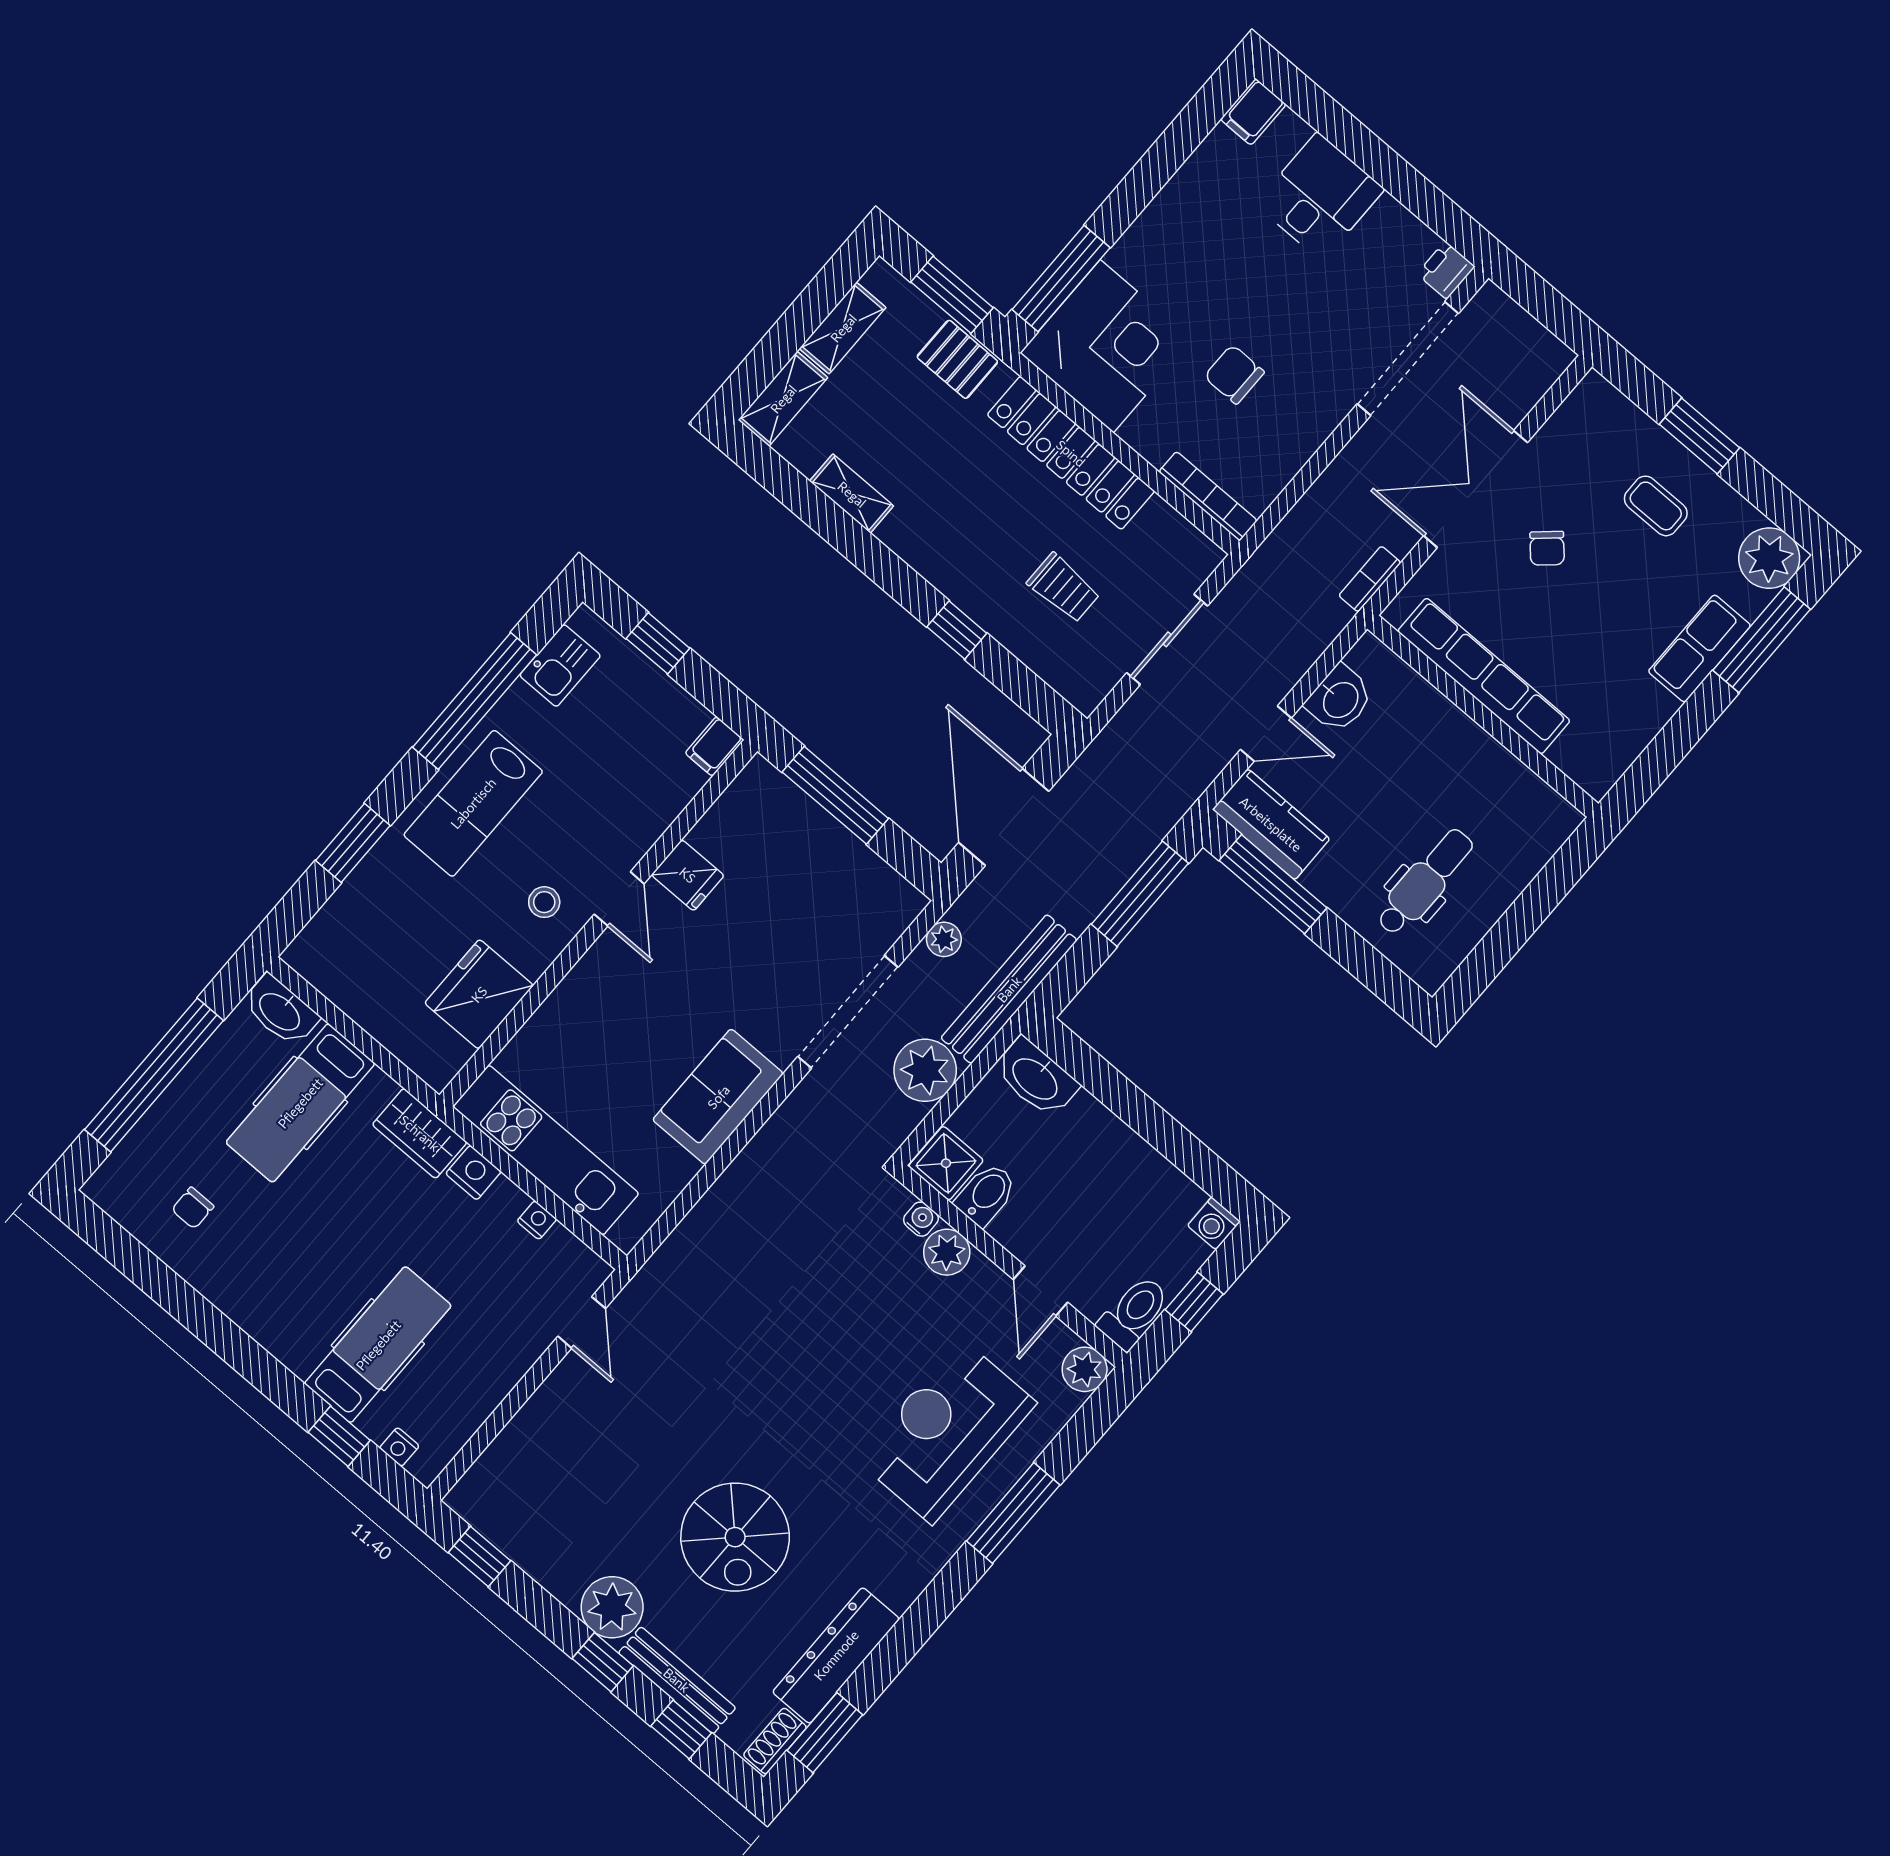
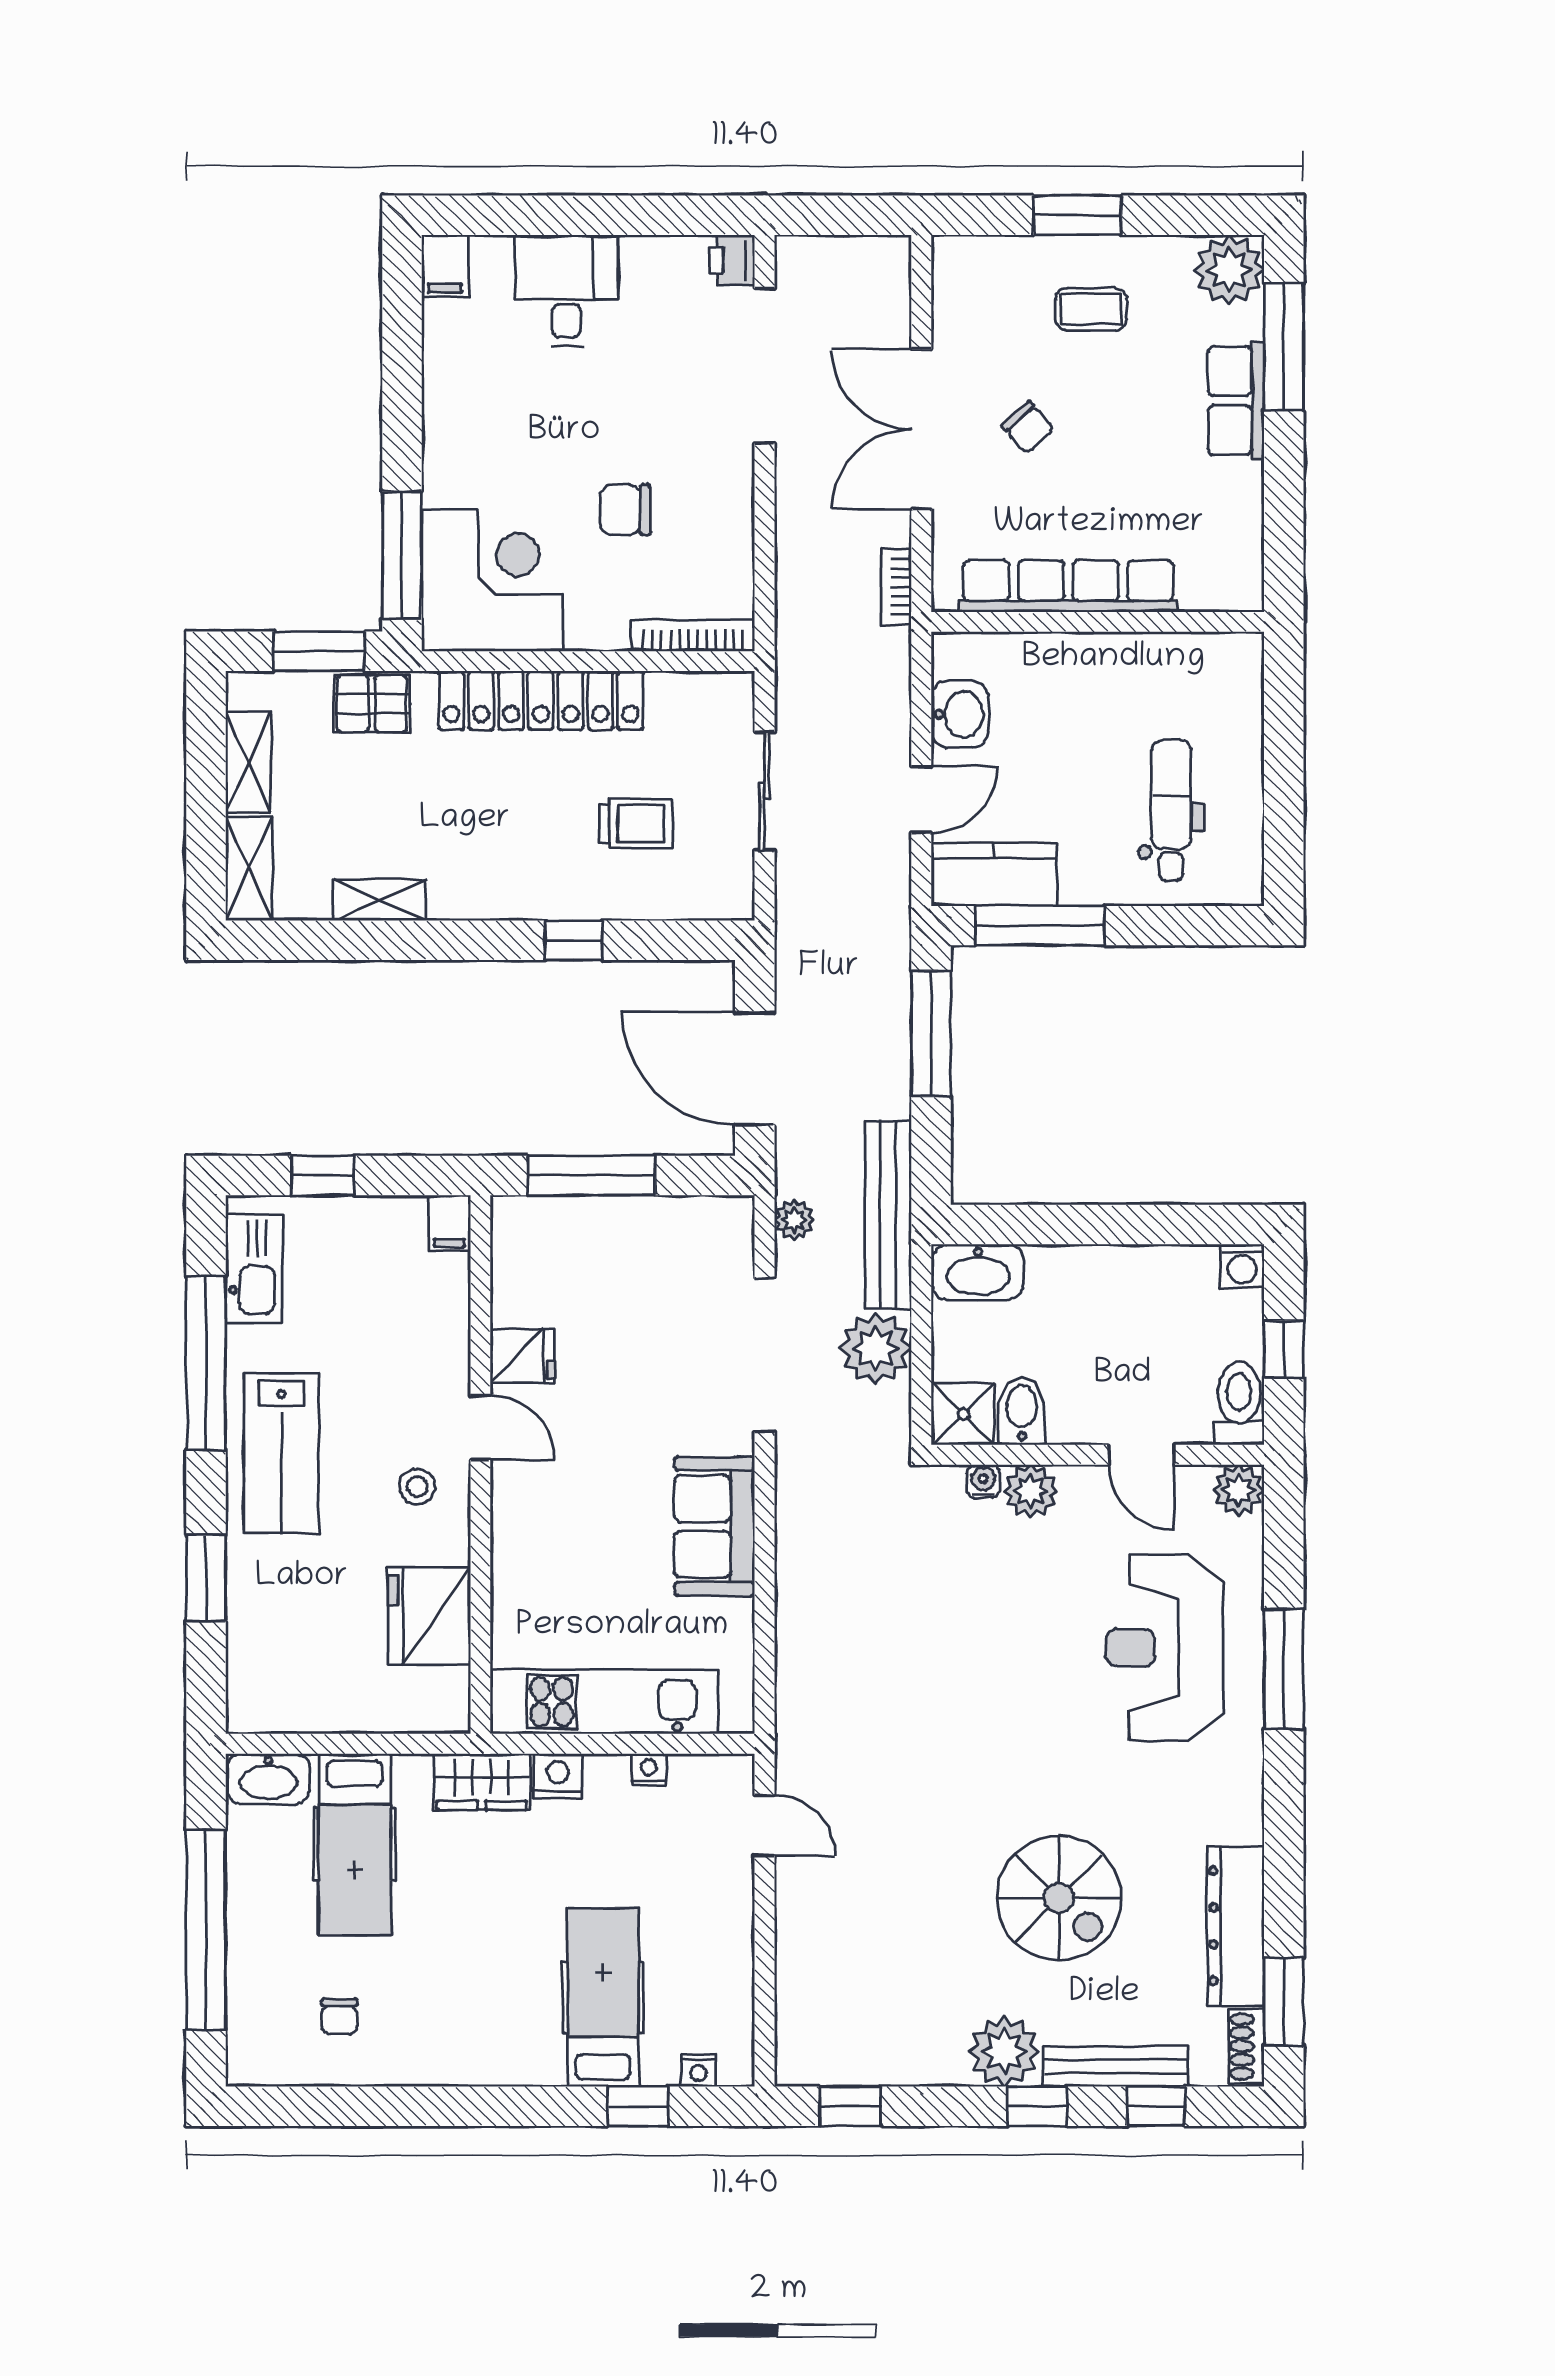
kitchen sink: (560, 665) -> (254, 1268), width x1.38

